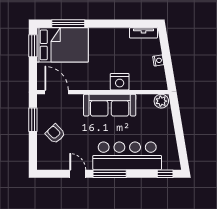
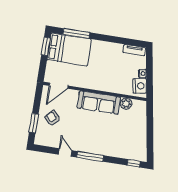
nightstand: (120, 82) -> (140, 86), moved, turned -99
door: (57, 92) -> (59, 86), swing flipped
plant: (161, 101) -> (126, 104), moved
window: (33, 120) -> (34, 123), moved
bar counter: (127, 156) -> (106, 145), removed

